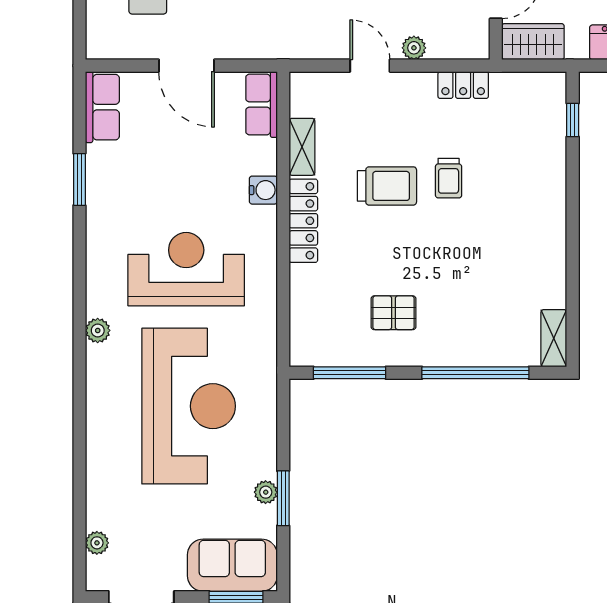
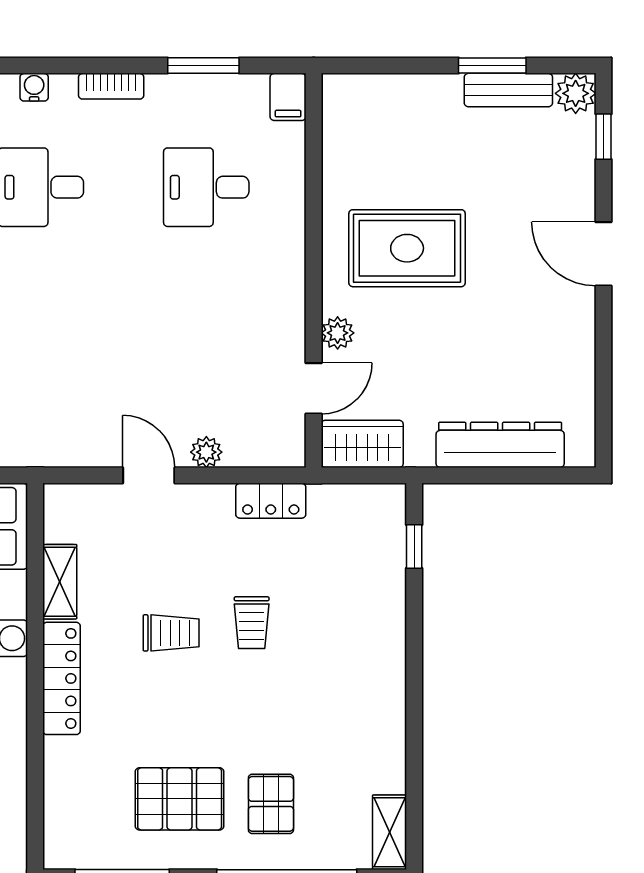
trolley: (387, 186) -> (171, 633), width x0.73, depth x0.72
pallet: (393, 313) -> (180, 799), width x1.50, depth x1.42
pallet: (463, 317) -> (271, 804), added

